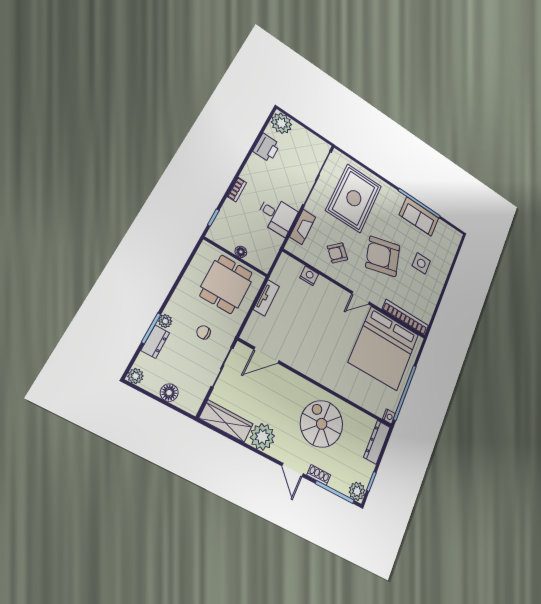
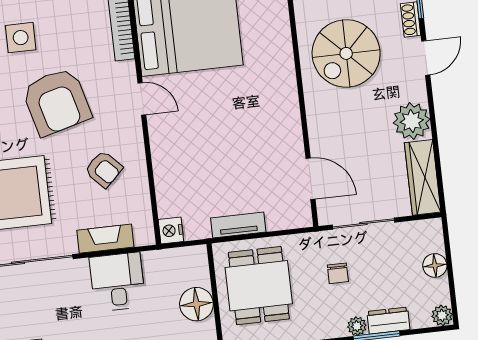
floor lamp: (241, 252) -> (196, 304), width x1.89, depth x1.89
nightstand: (309, 276) -> (171, 231), moved
dining table: (226, 284) -> (259, 286), turned 90

